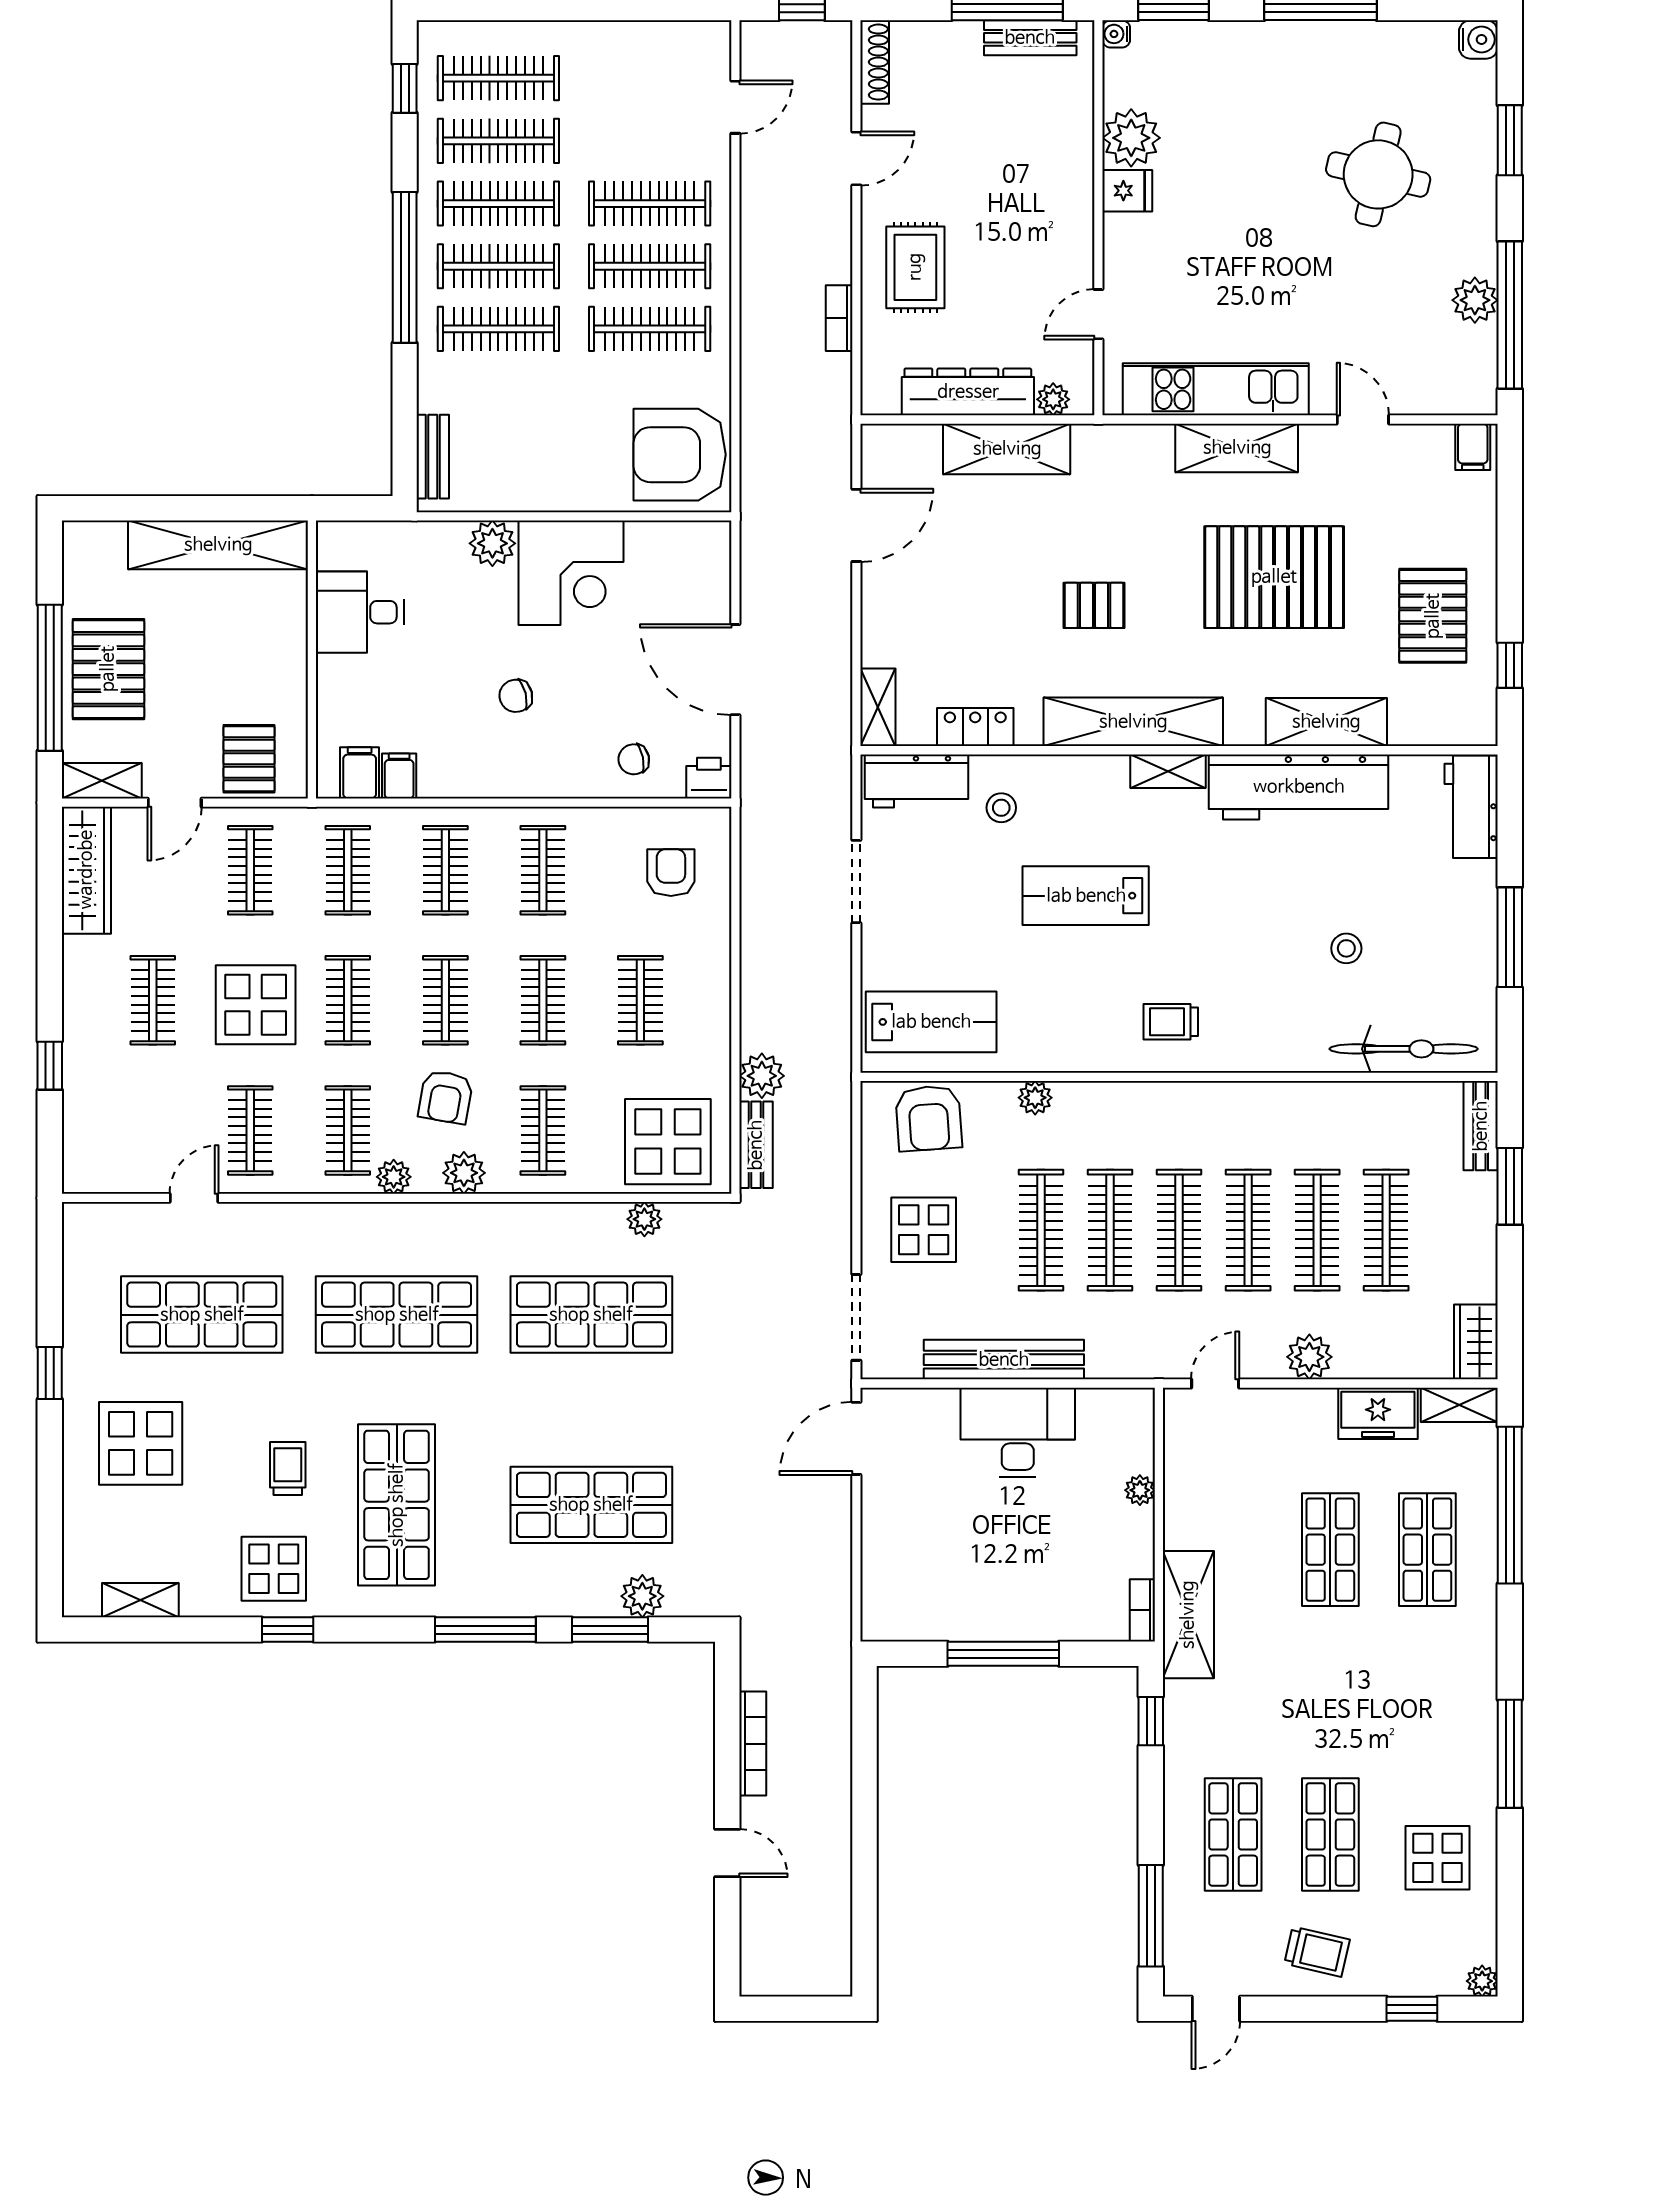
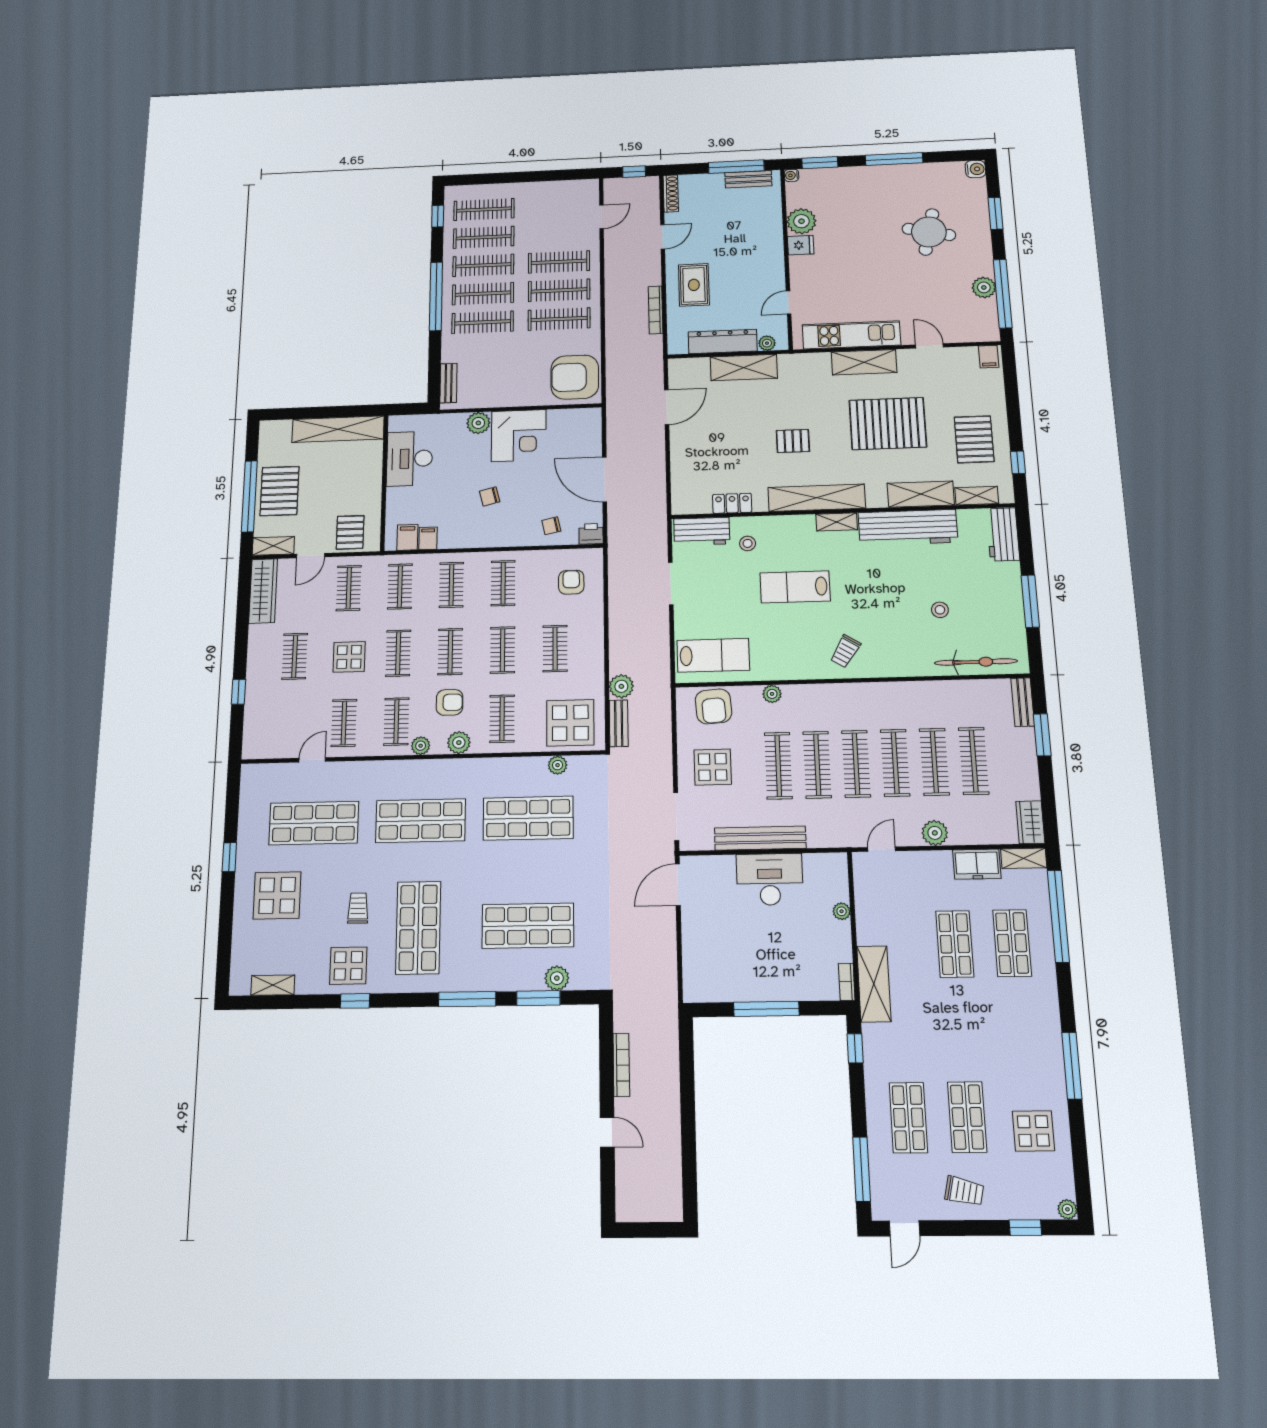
bookcase: (839, 318) -> (656, 310), width x1.56
desk: (360, 612) -> (409, 459), width x1.37
shelving: (878, 707) -> (977, 496), moved, turned 90
display table: (256, 1005) -> (349, 657), width x0.73, depth x0.73
trolley: (1171, 1022) -> (845, 651), turned -58
armchair: (446, 1097) -> (450, 702), turned -100

